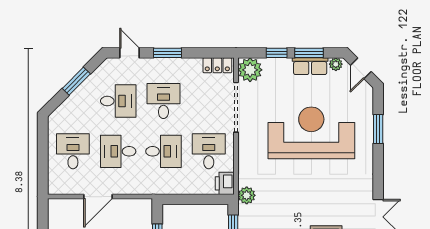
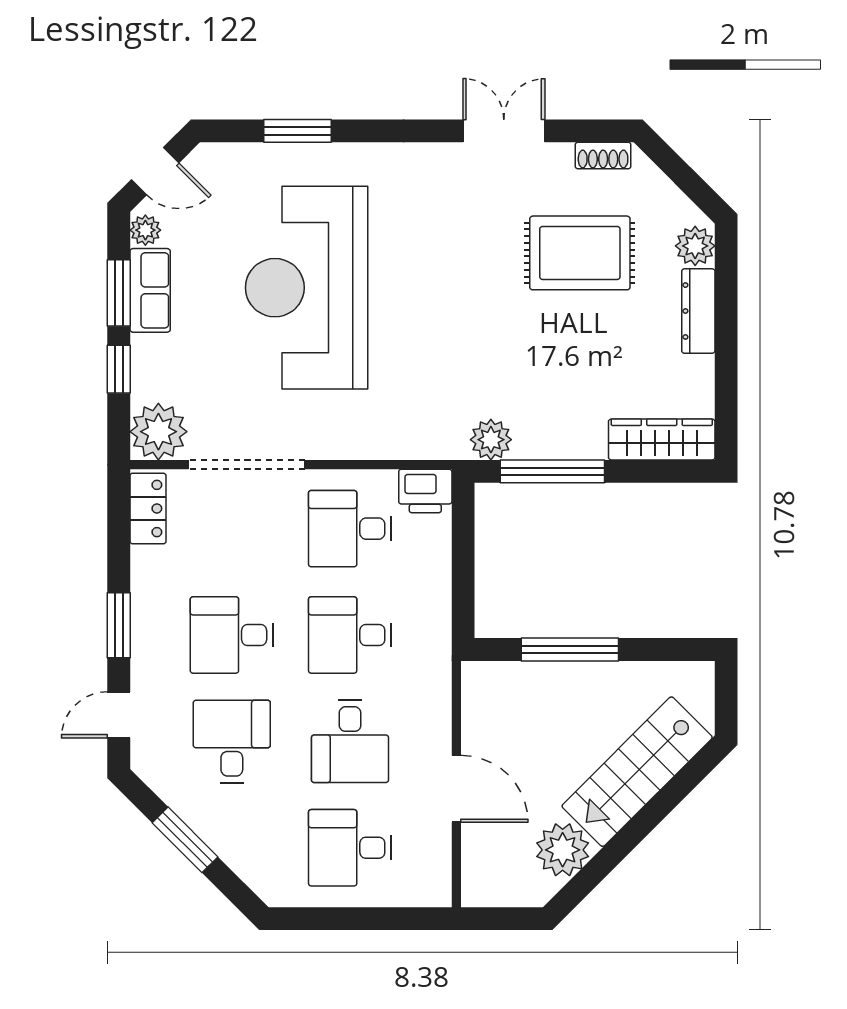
desk: (163, 151) -> (350, 635), turned -90
plant: (247, 195) -> (491, 440), moved

